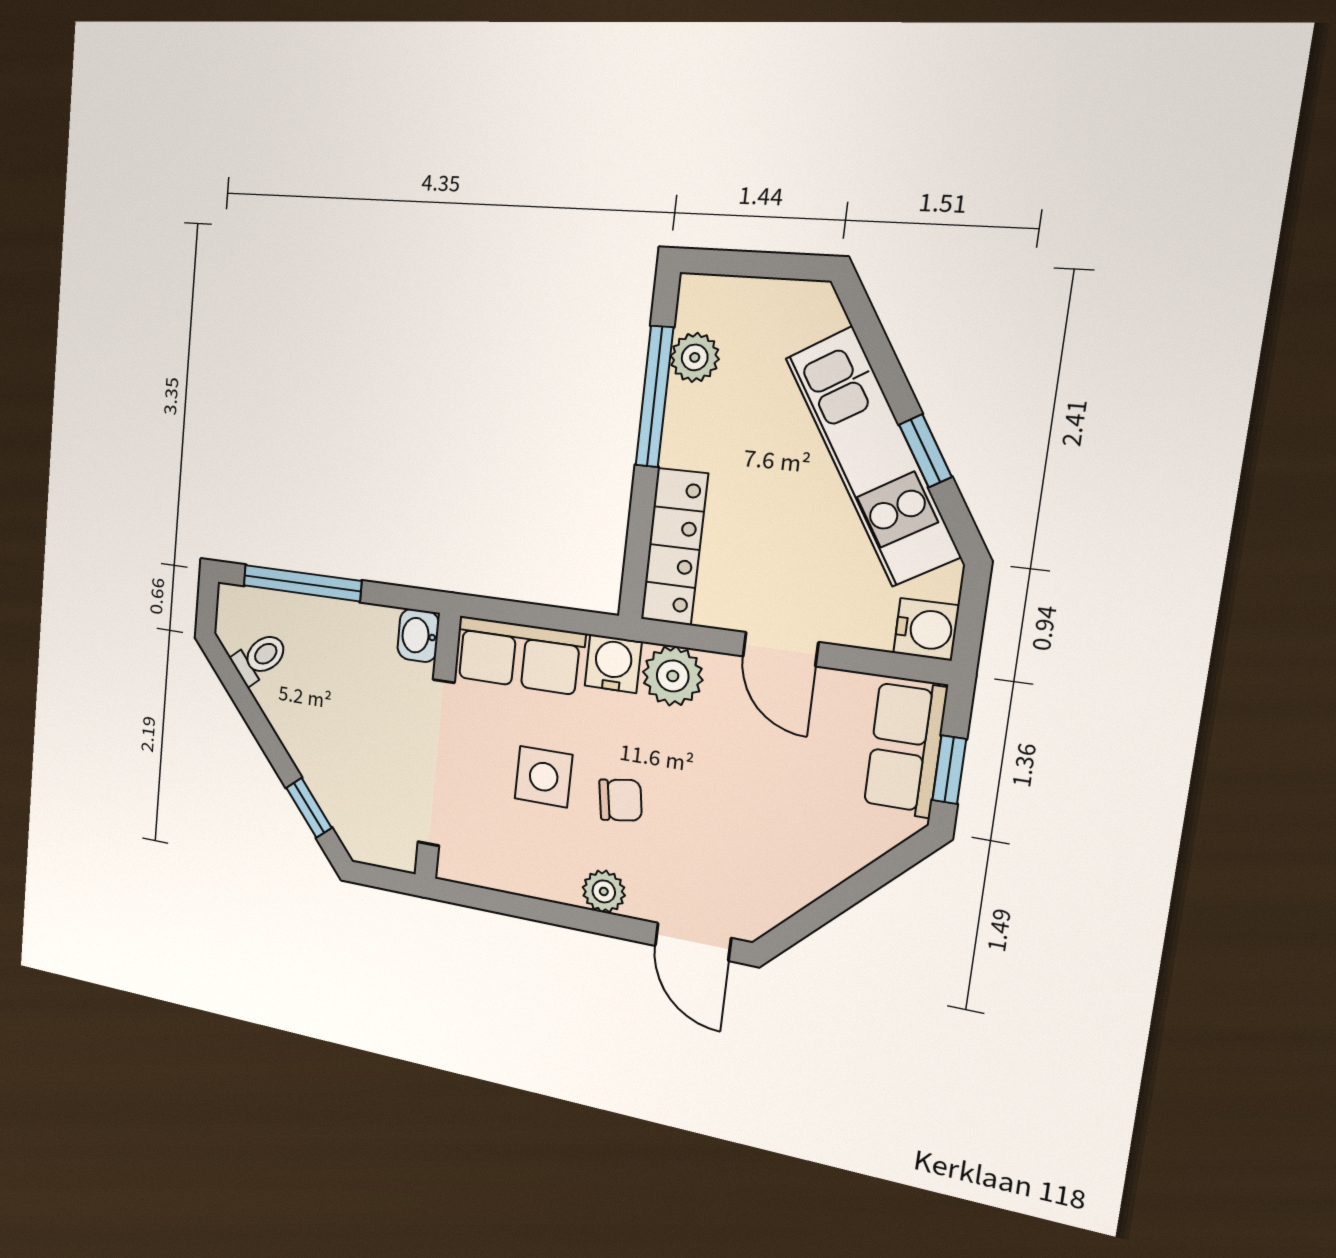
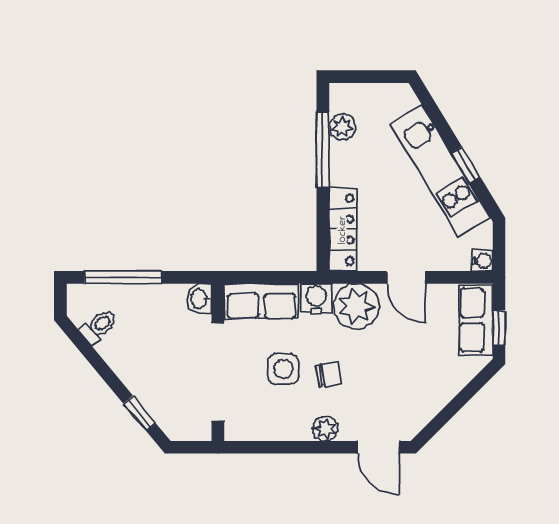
water cooler: (926, 629) -> (482, 261), width x0.72, depth x0.72
plant: (673, 676) -> (356, 306), width x1.36, depth x1.36

